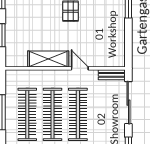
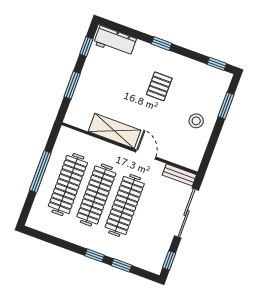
stool: (109, 28) -> (196, 121), added

